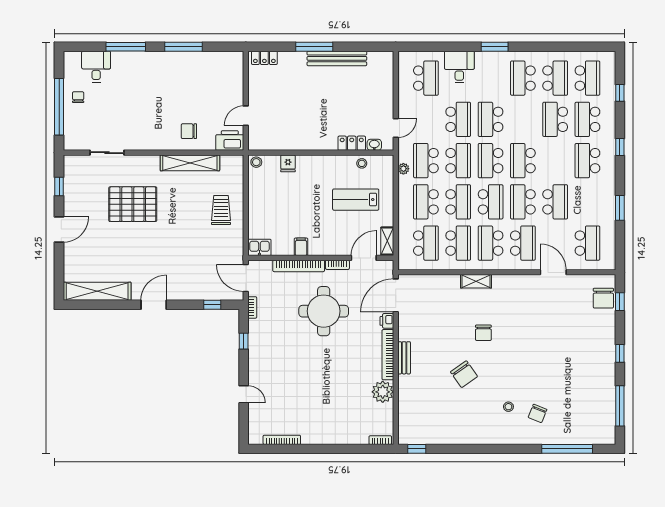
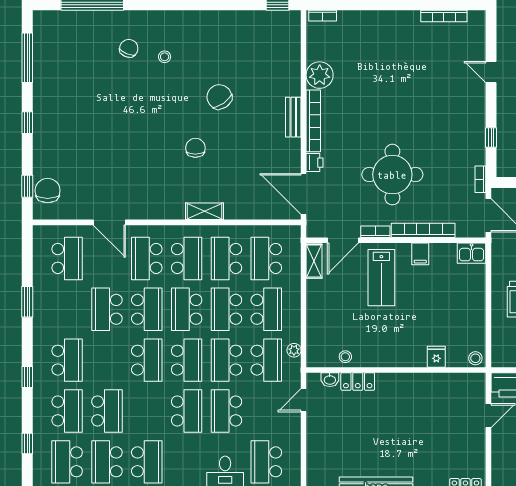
lab bench: (356, 200) -> (381, 278), moved, turned 90
school desk: (587, 243) -> (67, 258), turned 180
door: (396, 295) -> (304, 194), swing flipped

